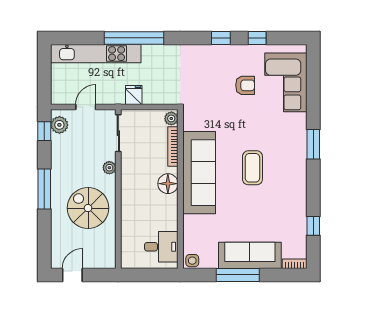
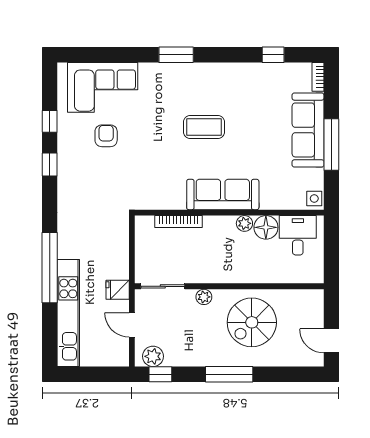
fridge: (134, 95) -> (118, 290), moved
plant: (171, 118) -> (244, 223), moved
sofa: (199, 173) -> (223, 194), width x0.74, depth x0.79
floor lamp: (168, 184) -> (266, 227), moved

